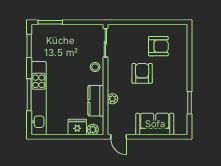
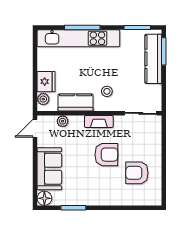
kitchen counter: (57, 32) -> (153, 59), added
armchair: (158, 46) -> (137, 173), turned 90
stool: (95, 67) -> (107, 91), moved
fireplace: (113, 80) -> (99, 122), added
plant: (112, 99) -> (63, 121), moved
floor lamp: (181, 128) -> (44, 198), added

